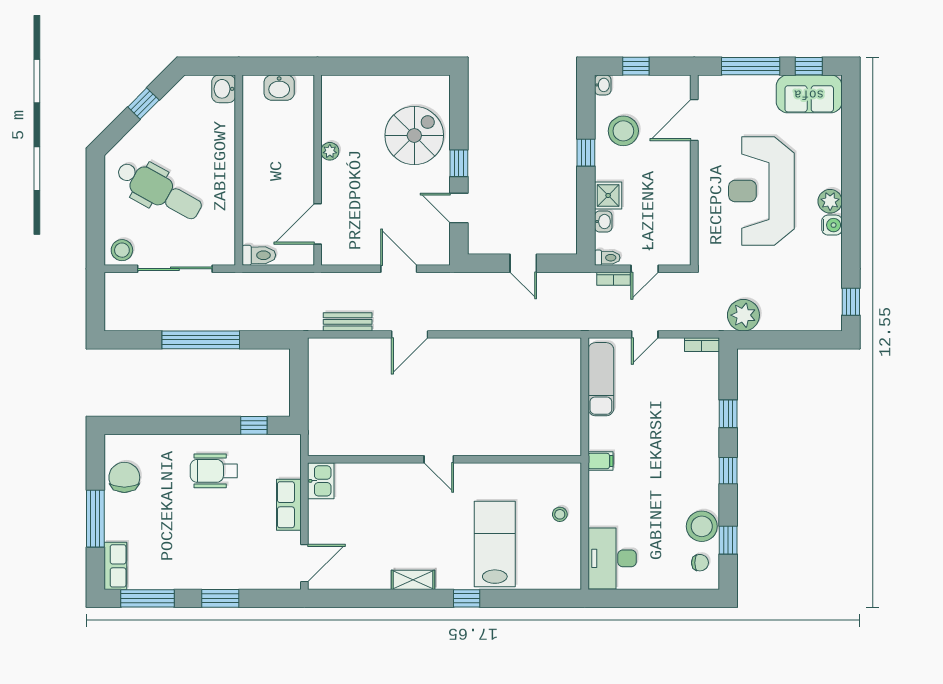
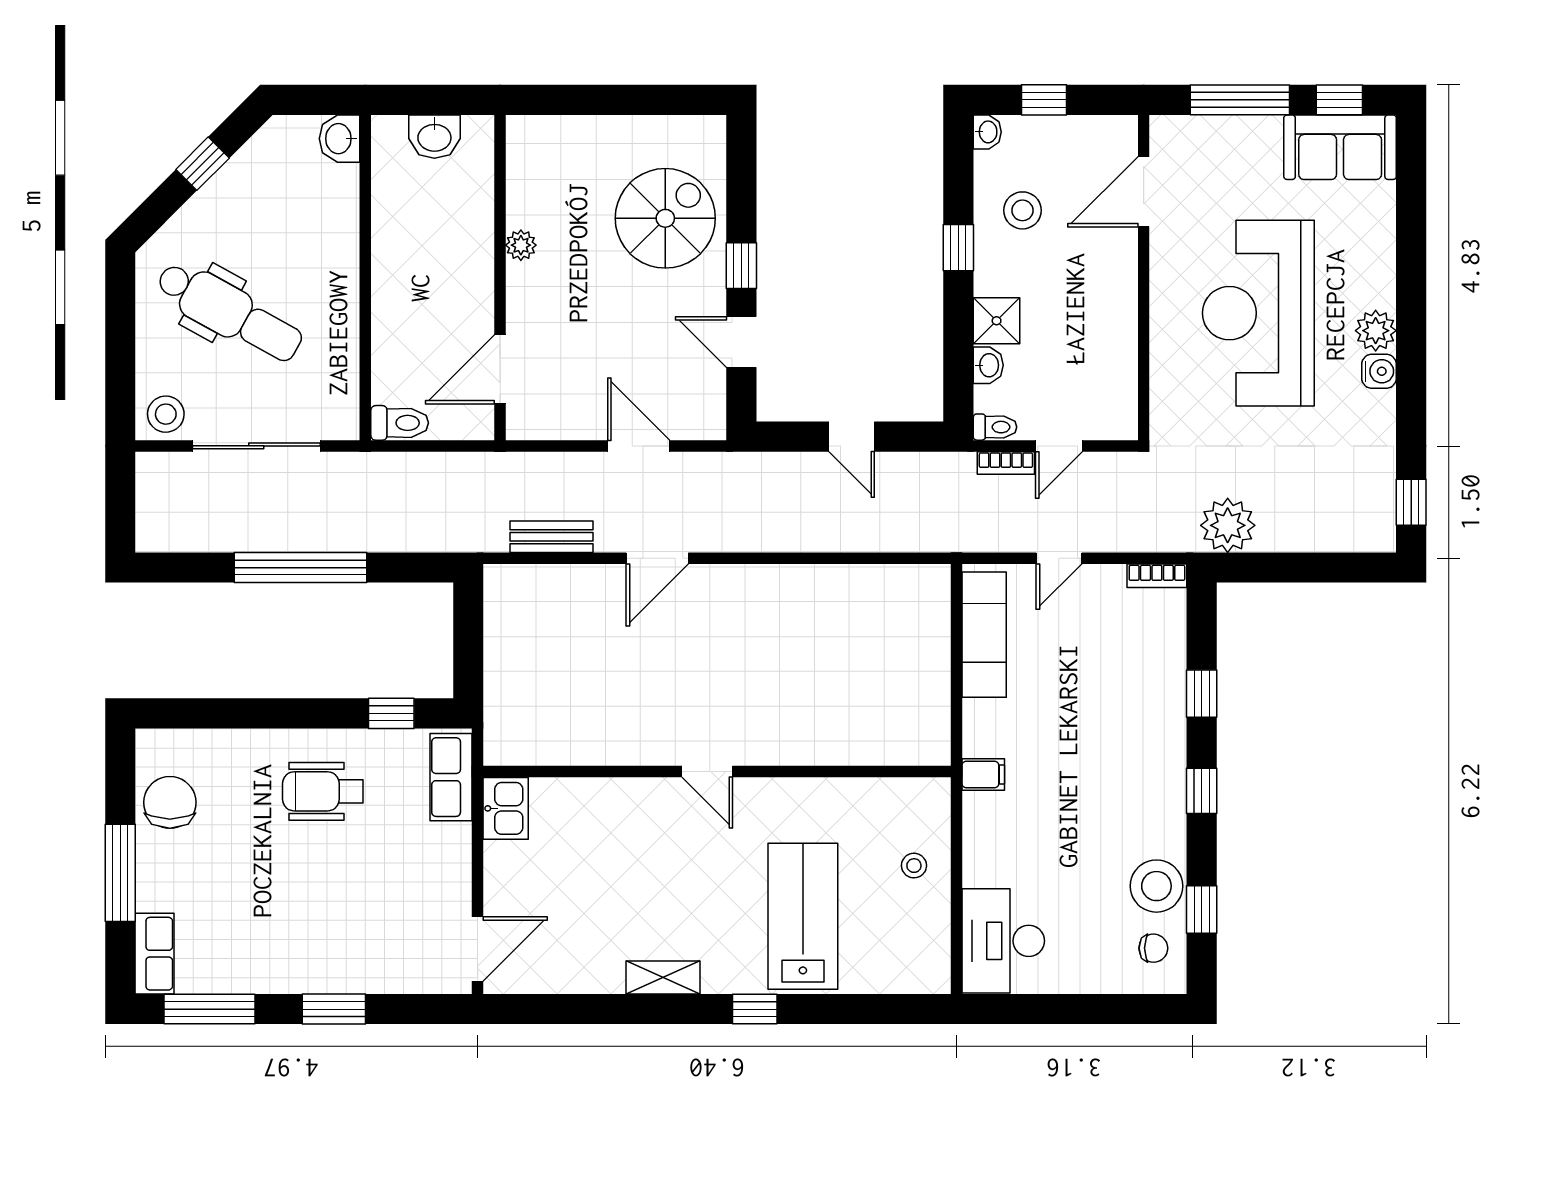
stool: (623, 131) -> (1022, 210), width x0.73, depth x0.73
row of seats: (289, 505) -> (451, 777), moved

